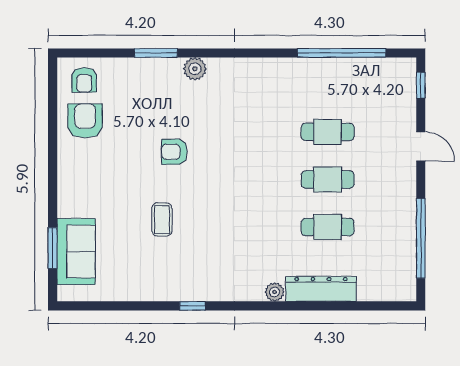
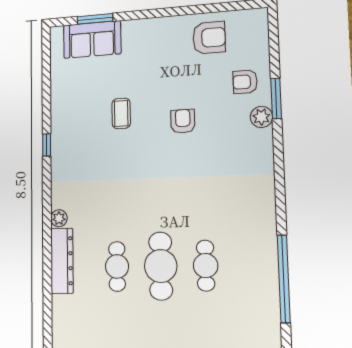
plant: (195, 69) -> (261, 117), moved
armchair: (84, 80) -> (245, 82), moved
cafe table: (328, 179) -> (161, 266), width x1.37, depth x1.35
coffee table: (162, 220) -> (121, 113), turned 90

